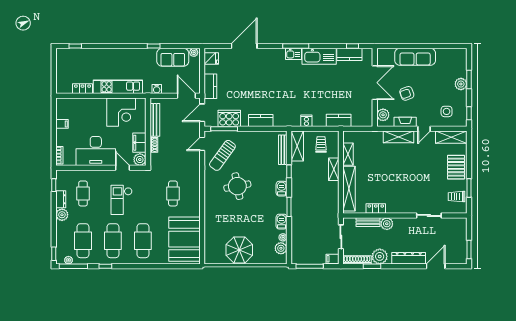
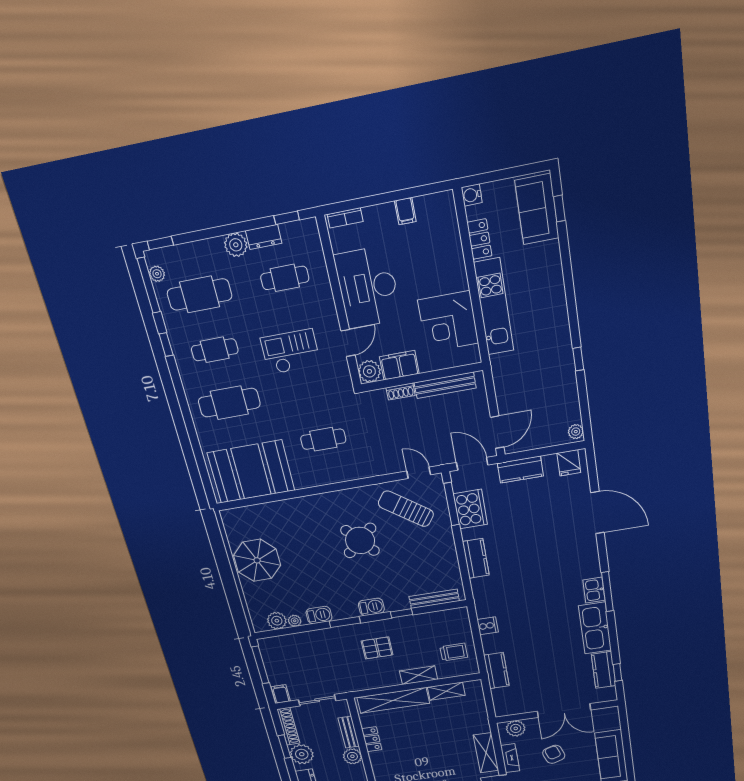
sofa: (173, 57) -> (537, 209), moved
water cooler: (157, 89) -> (472, 195), moved
shelving: (297, 146) -> (445, 619), removed
round table: (237, 186) -> (360, 540), turned -30
pallet: (310, 191) -> (377, 648), added
cafe table: (113, 241) -> (215, 350), width x0.73, depth x0.74

